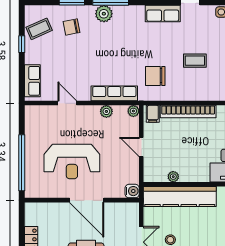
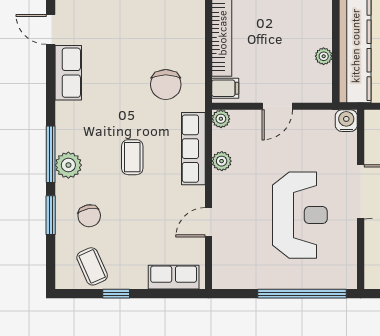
coffee table: (195, 61) -> (132, 157), moved

